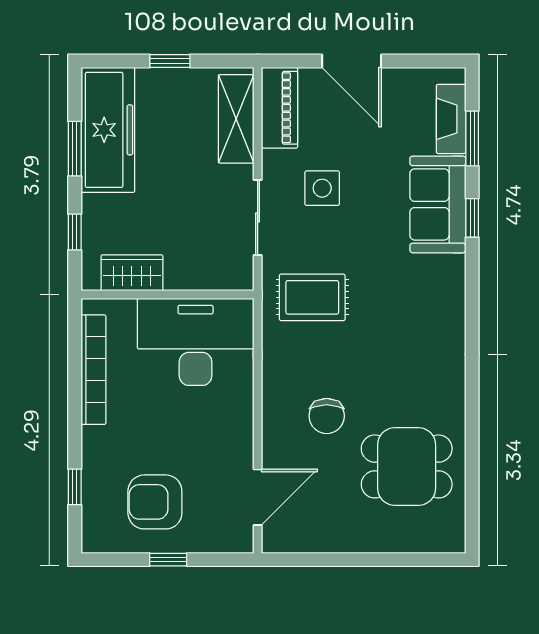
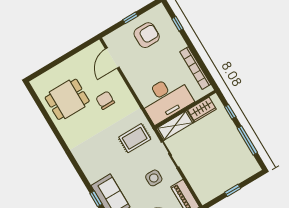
shelving: (236, 119) -> (175, 125), moved, turned 90
freezer: (108, 130) -> (240, 154), removed
window: (75, 149) -> (247, 140), width x1.44

